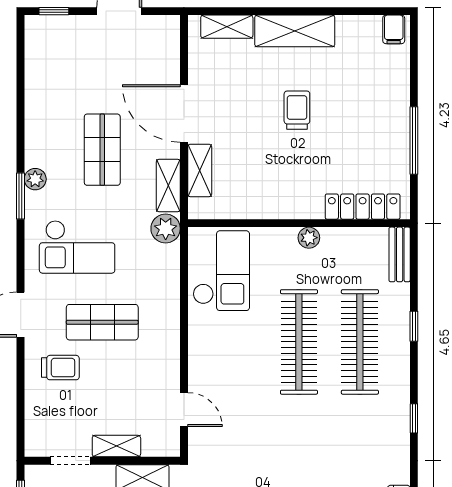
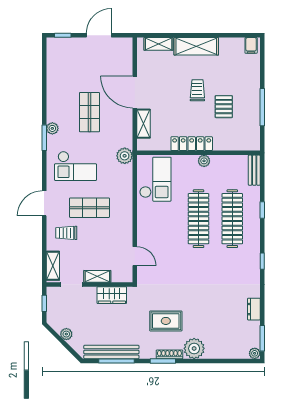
pallet: (344, 140) -> (224, 107), added
shelving: (168, 186) -> (53, 266), moved
locker: (363, 207) -> (192, 144), moved
trolley: (60, 368) -> (66, 233), turned 180

